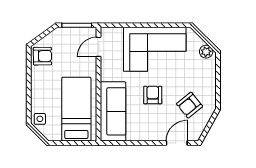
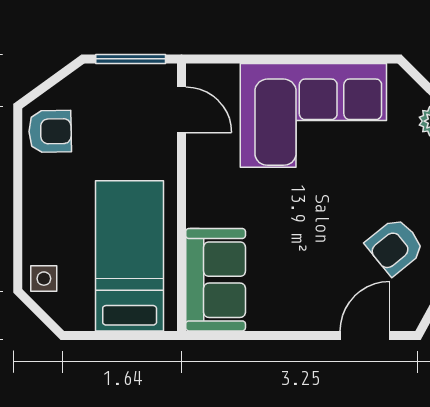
door: (99, 47) -> (182, 110), swing flipped
armchair: (153, 95) -> (309, 223), removed
sofa: (113, 111) -> (216, 280), width x0.73

